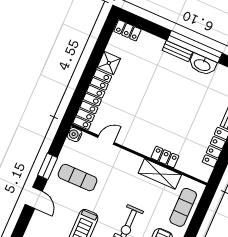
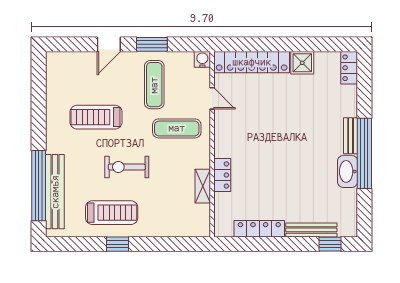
shelving: (160, 174) -> (203, 186), width x0.67, depth x0.75
exercise mat: (183, 207) -> (177, 128), moved

